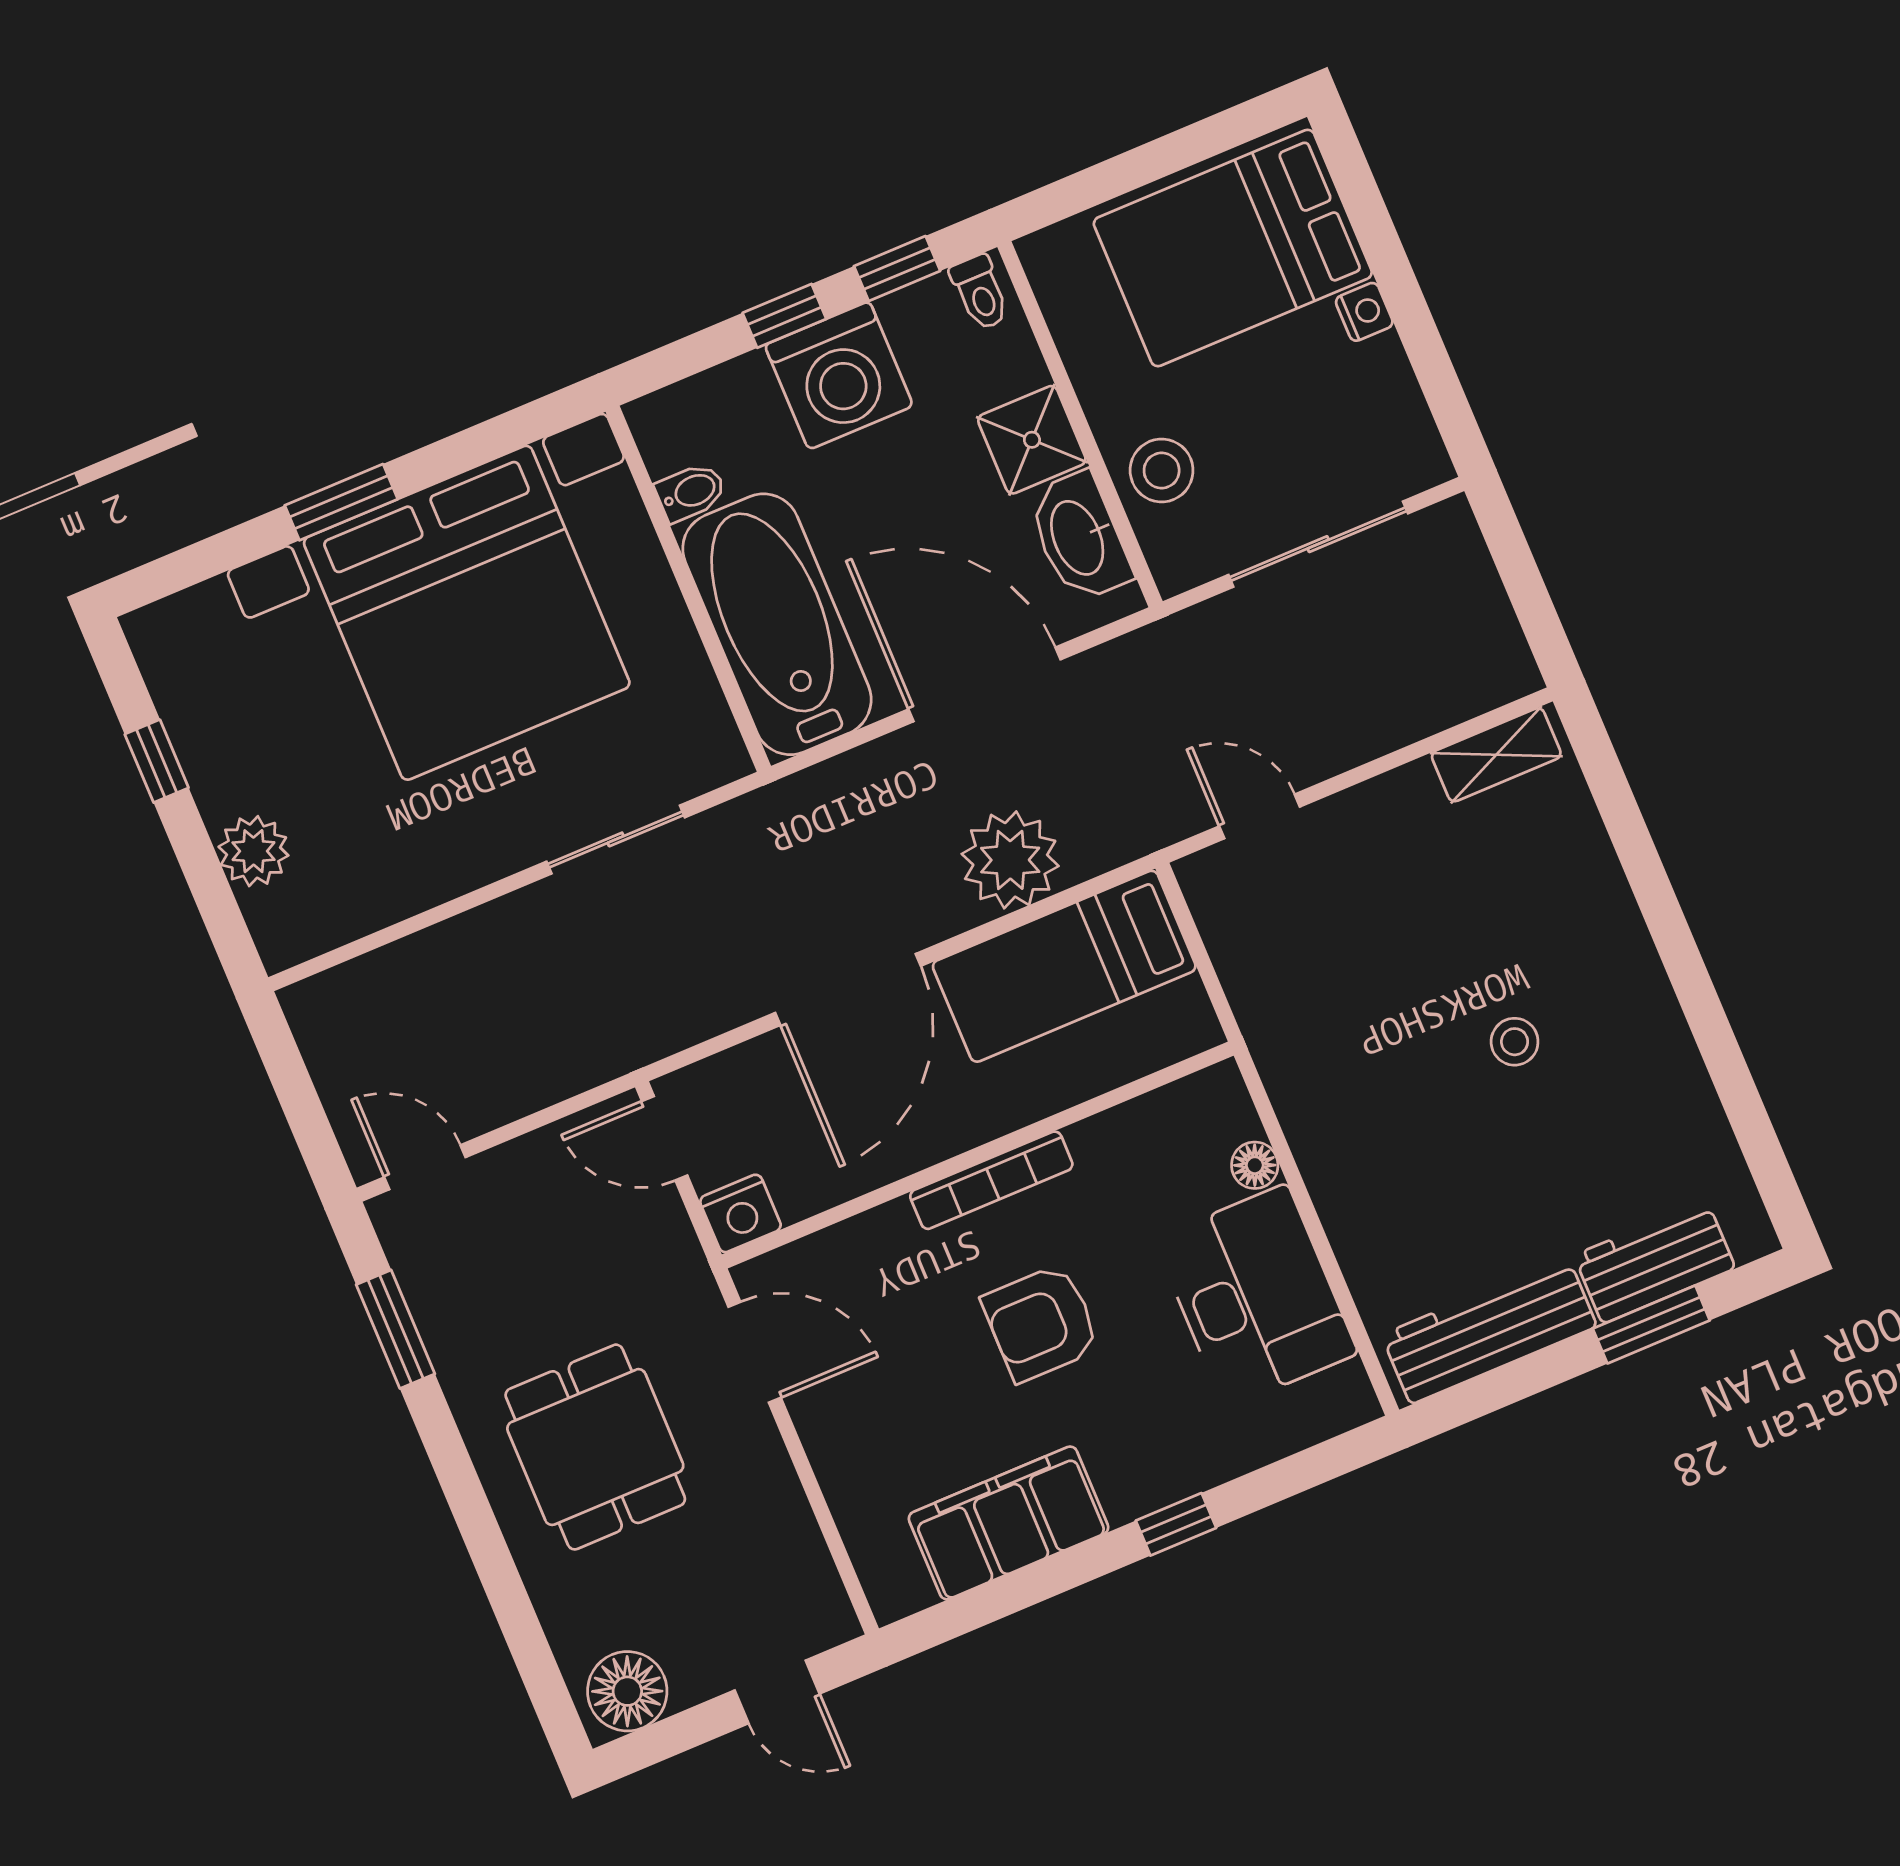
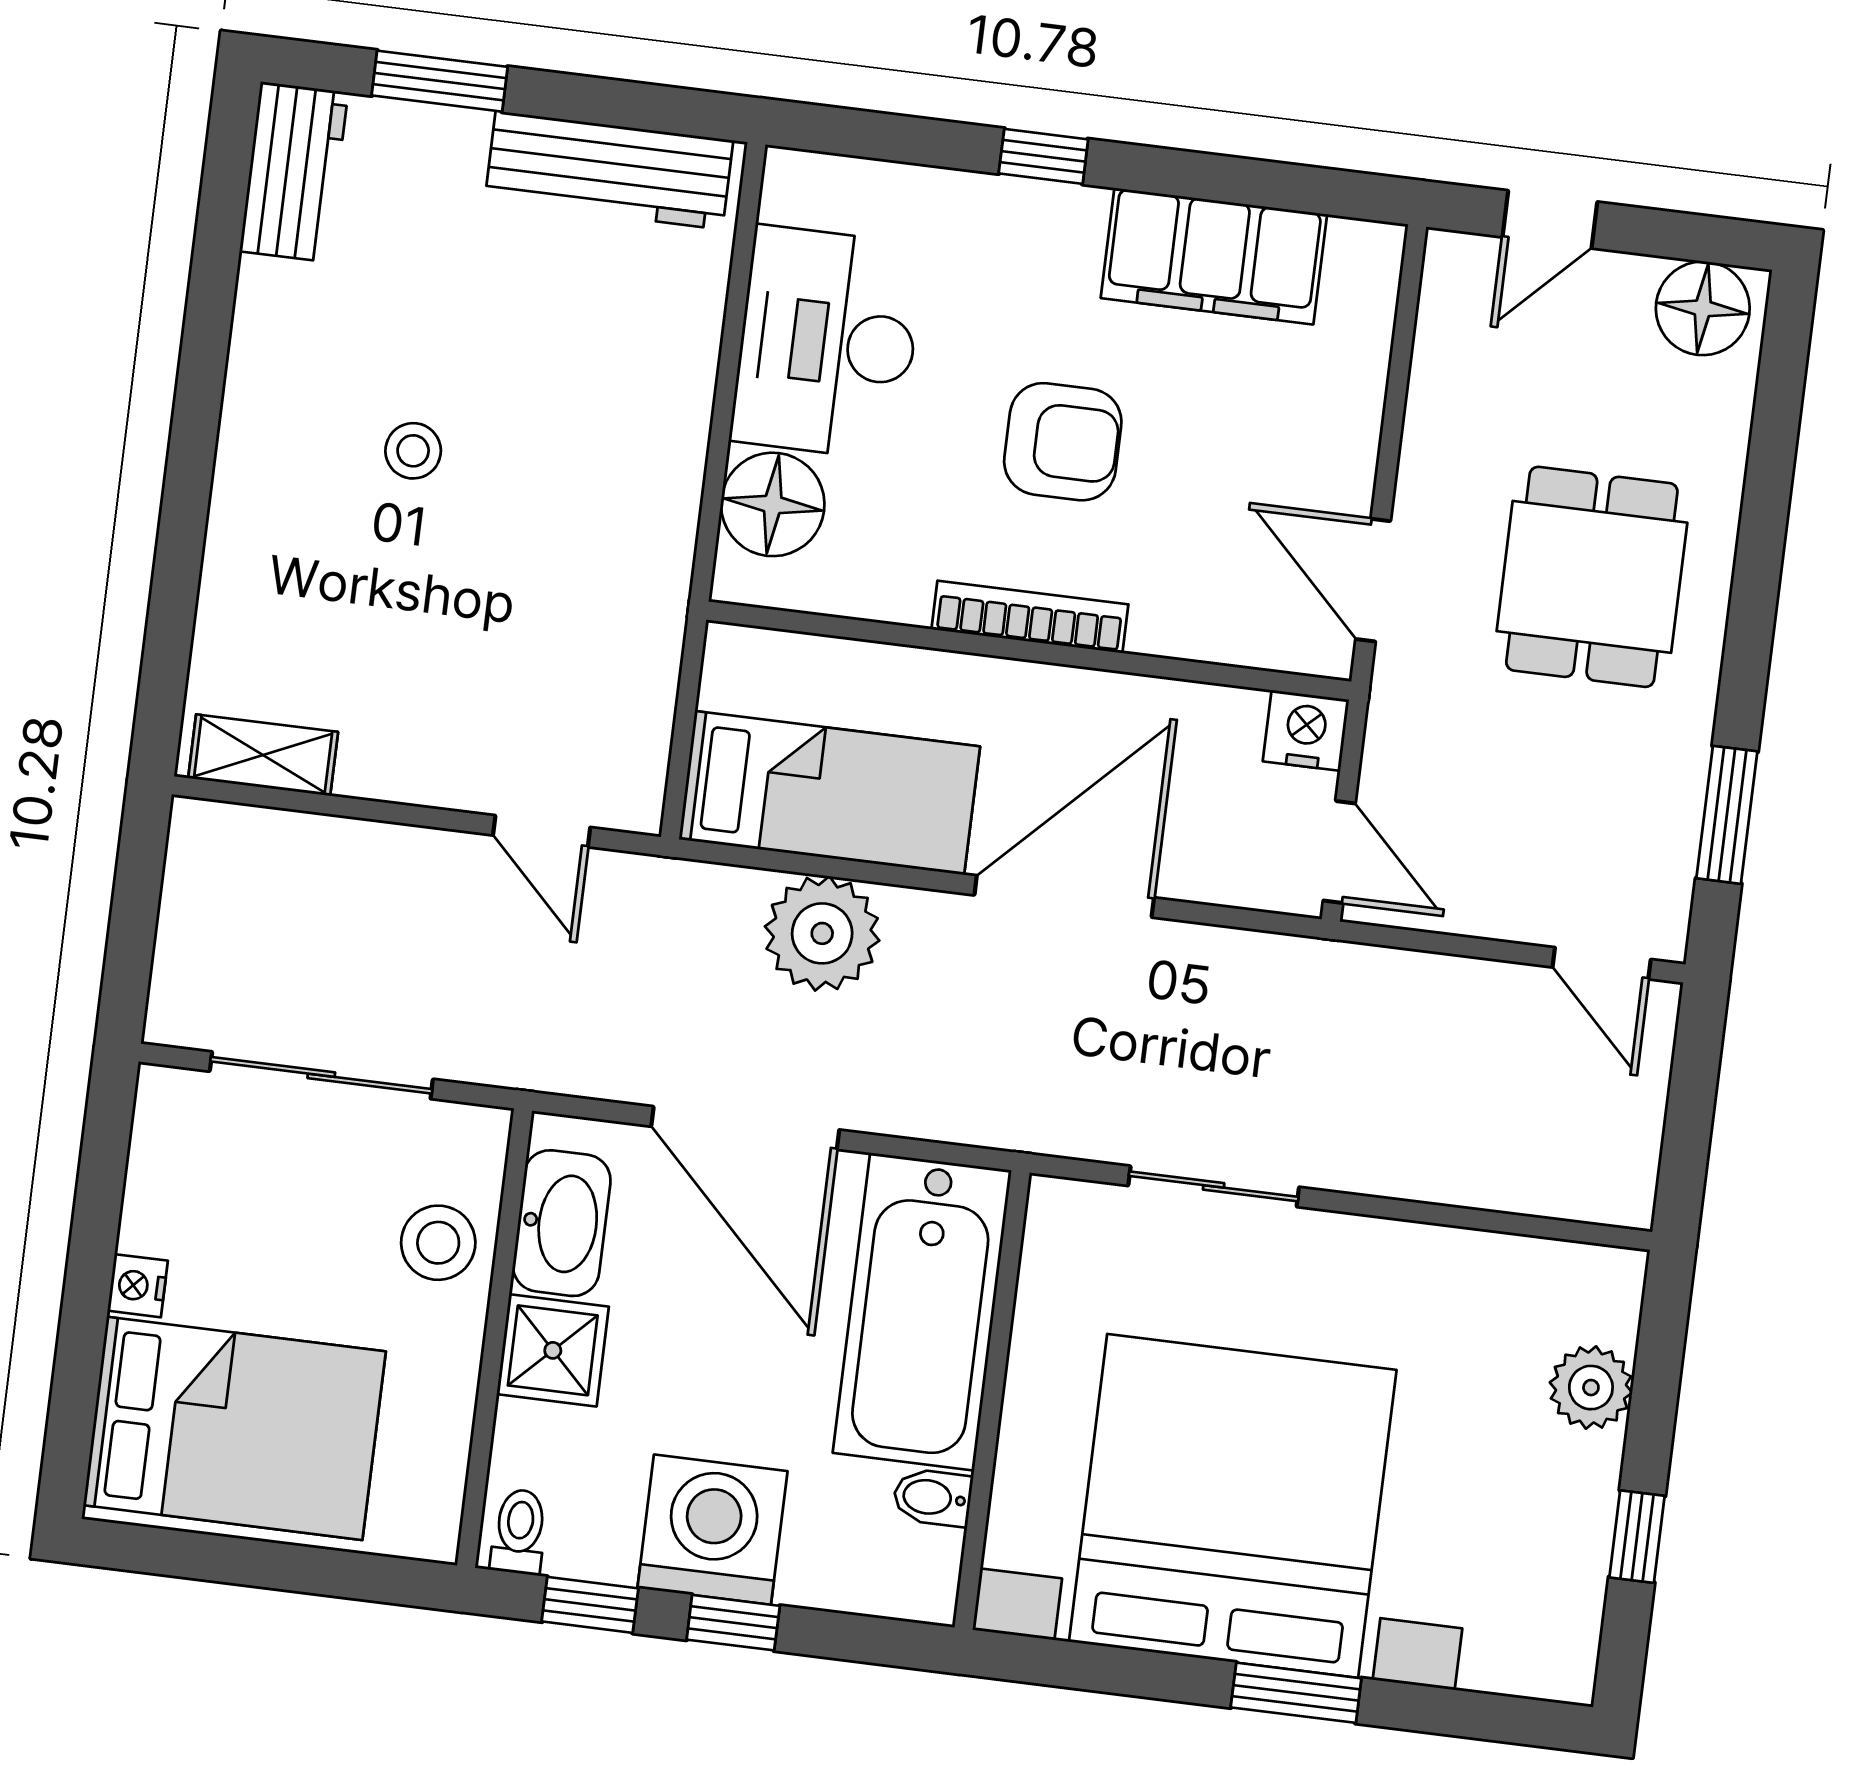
floor lamp: (1255, 1165) -> (773, 504), width x1.89, depth x1.89
workbench: (1655, 1262) -> (294, 172), moved, turned -90
door: (777, 1692) -> (1550, 219), swing flipped

